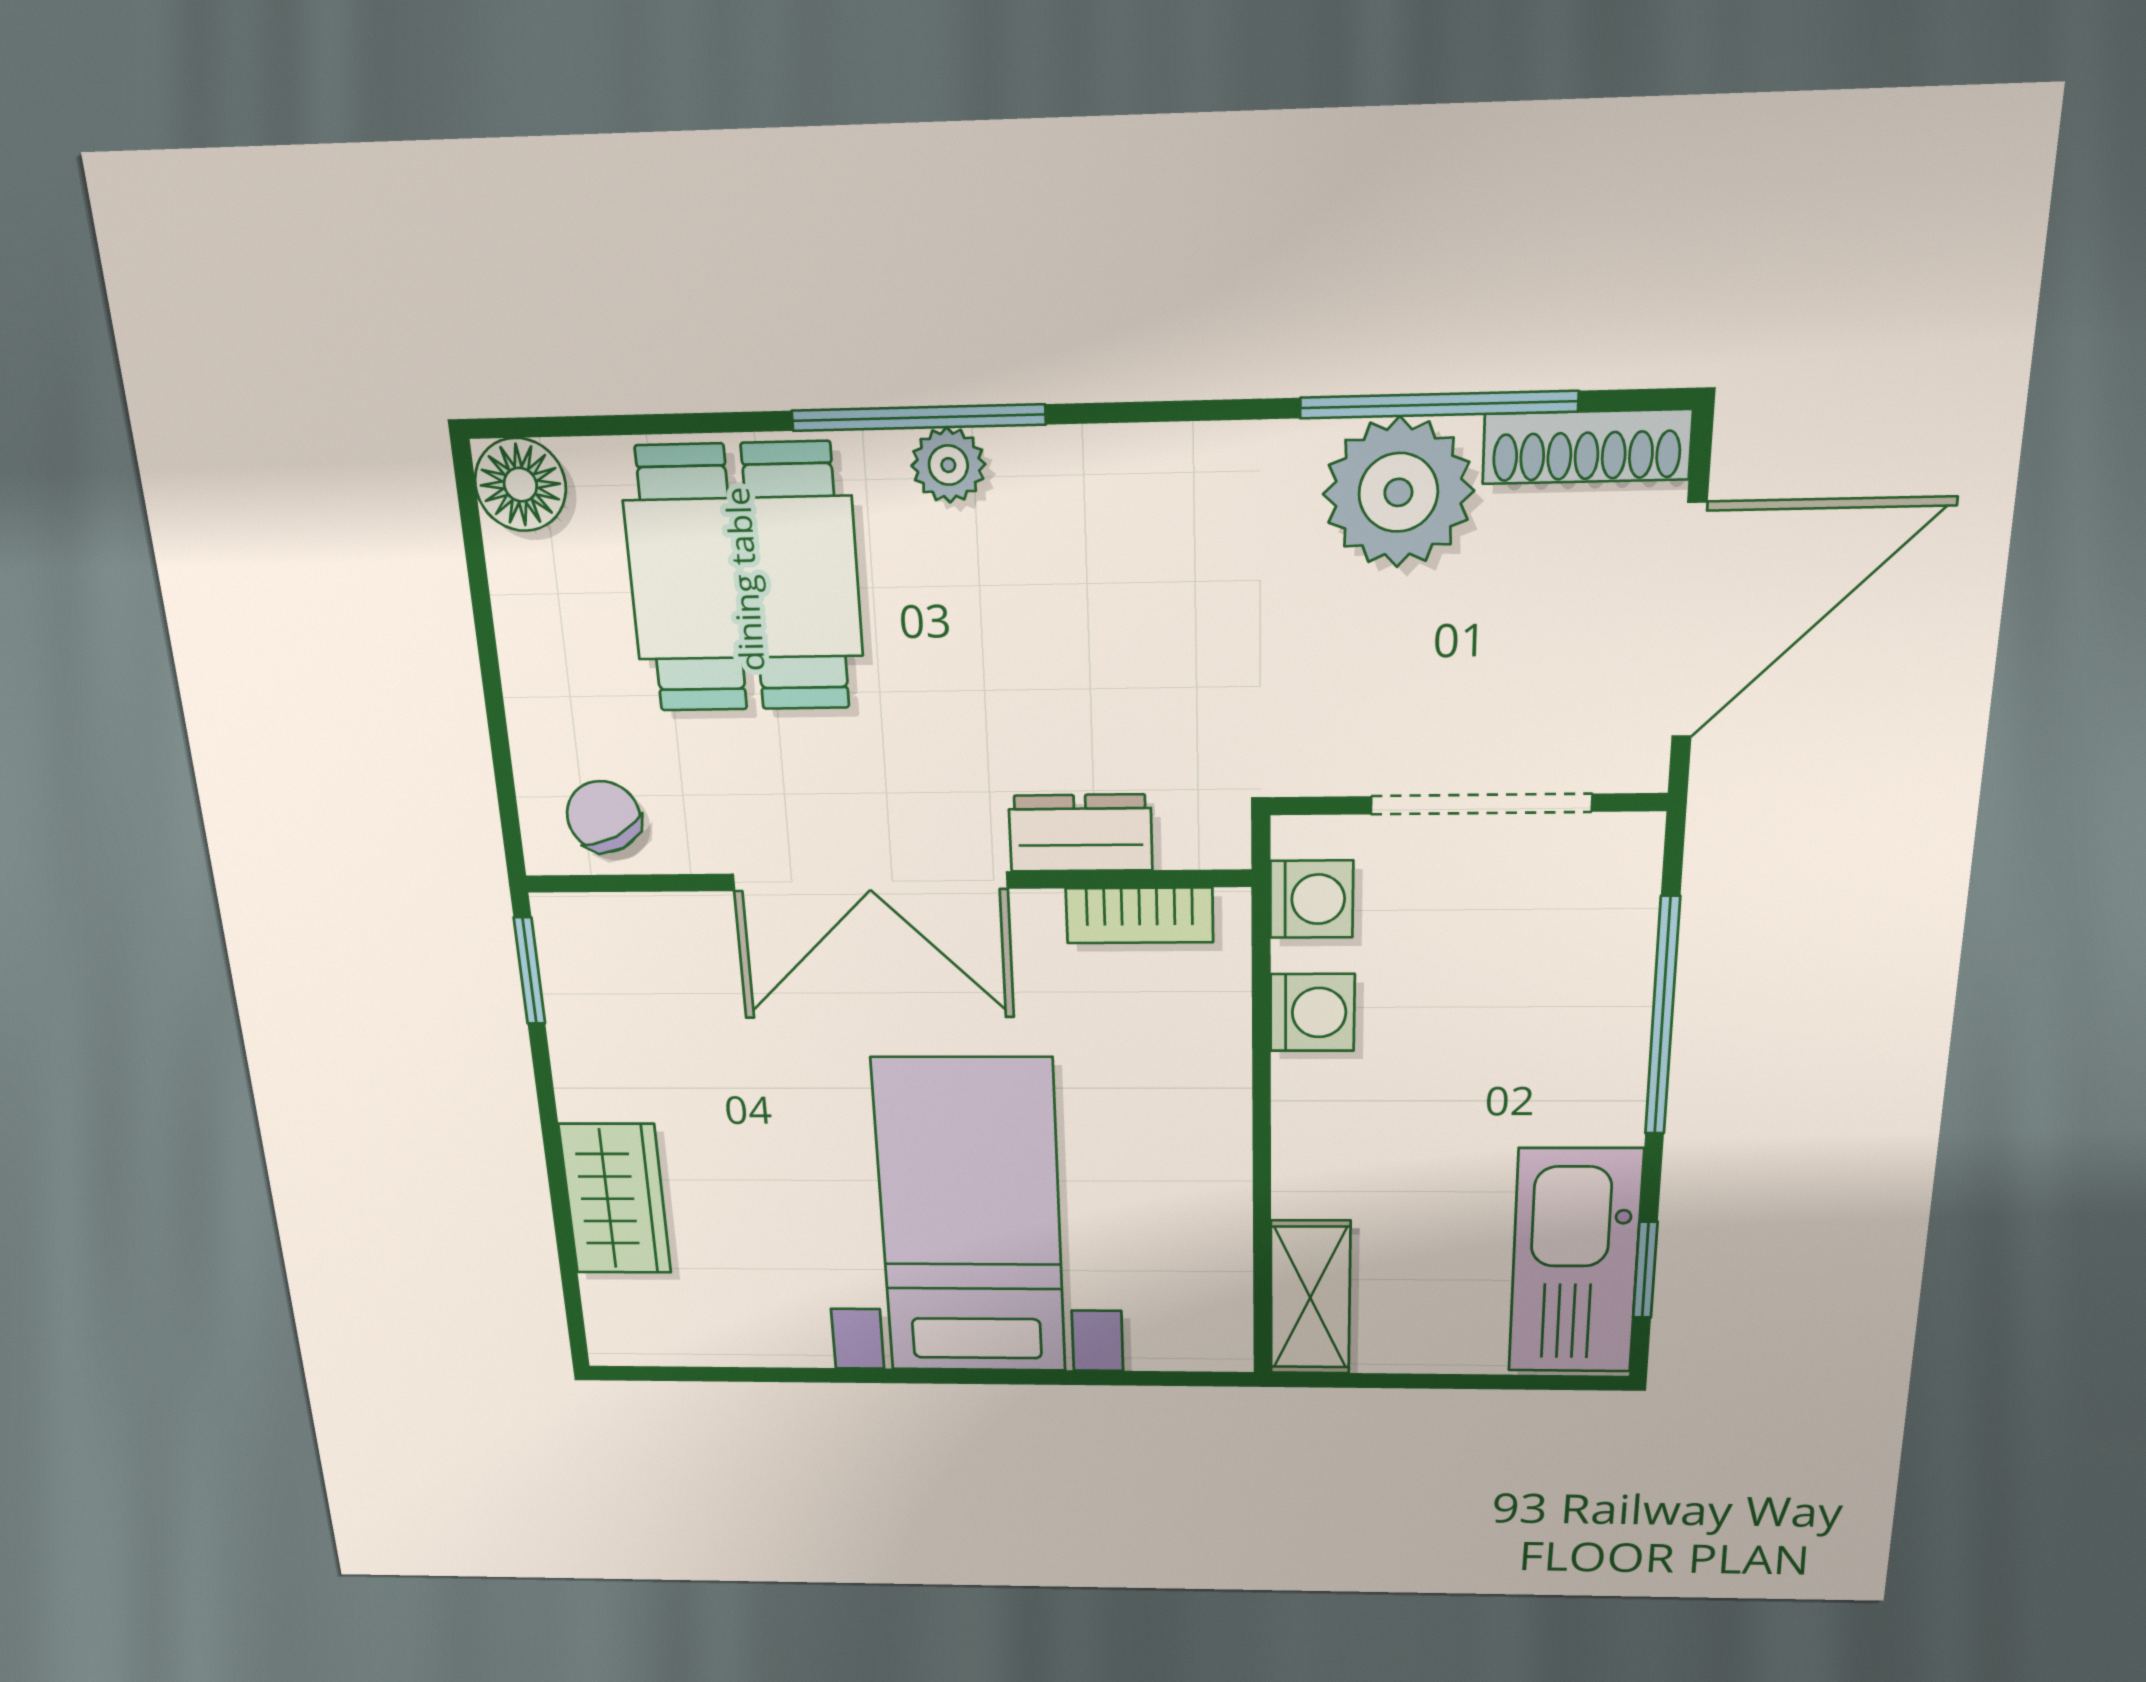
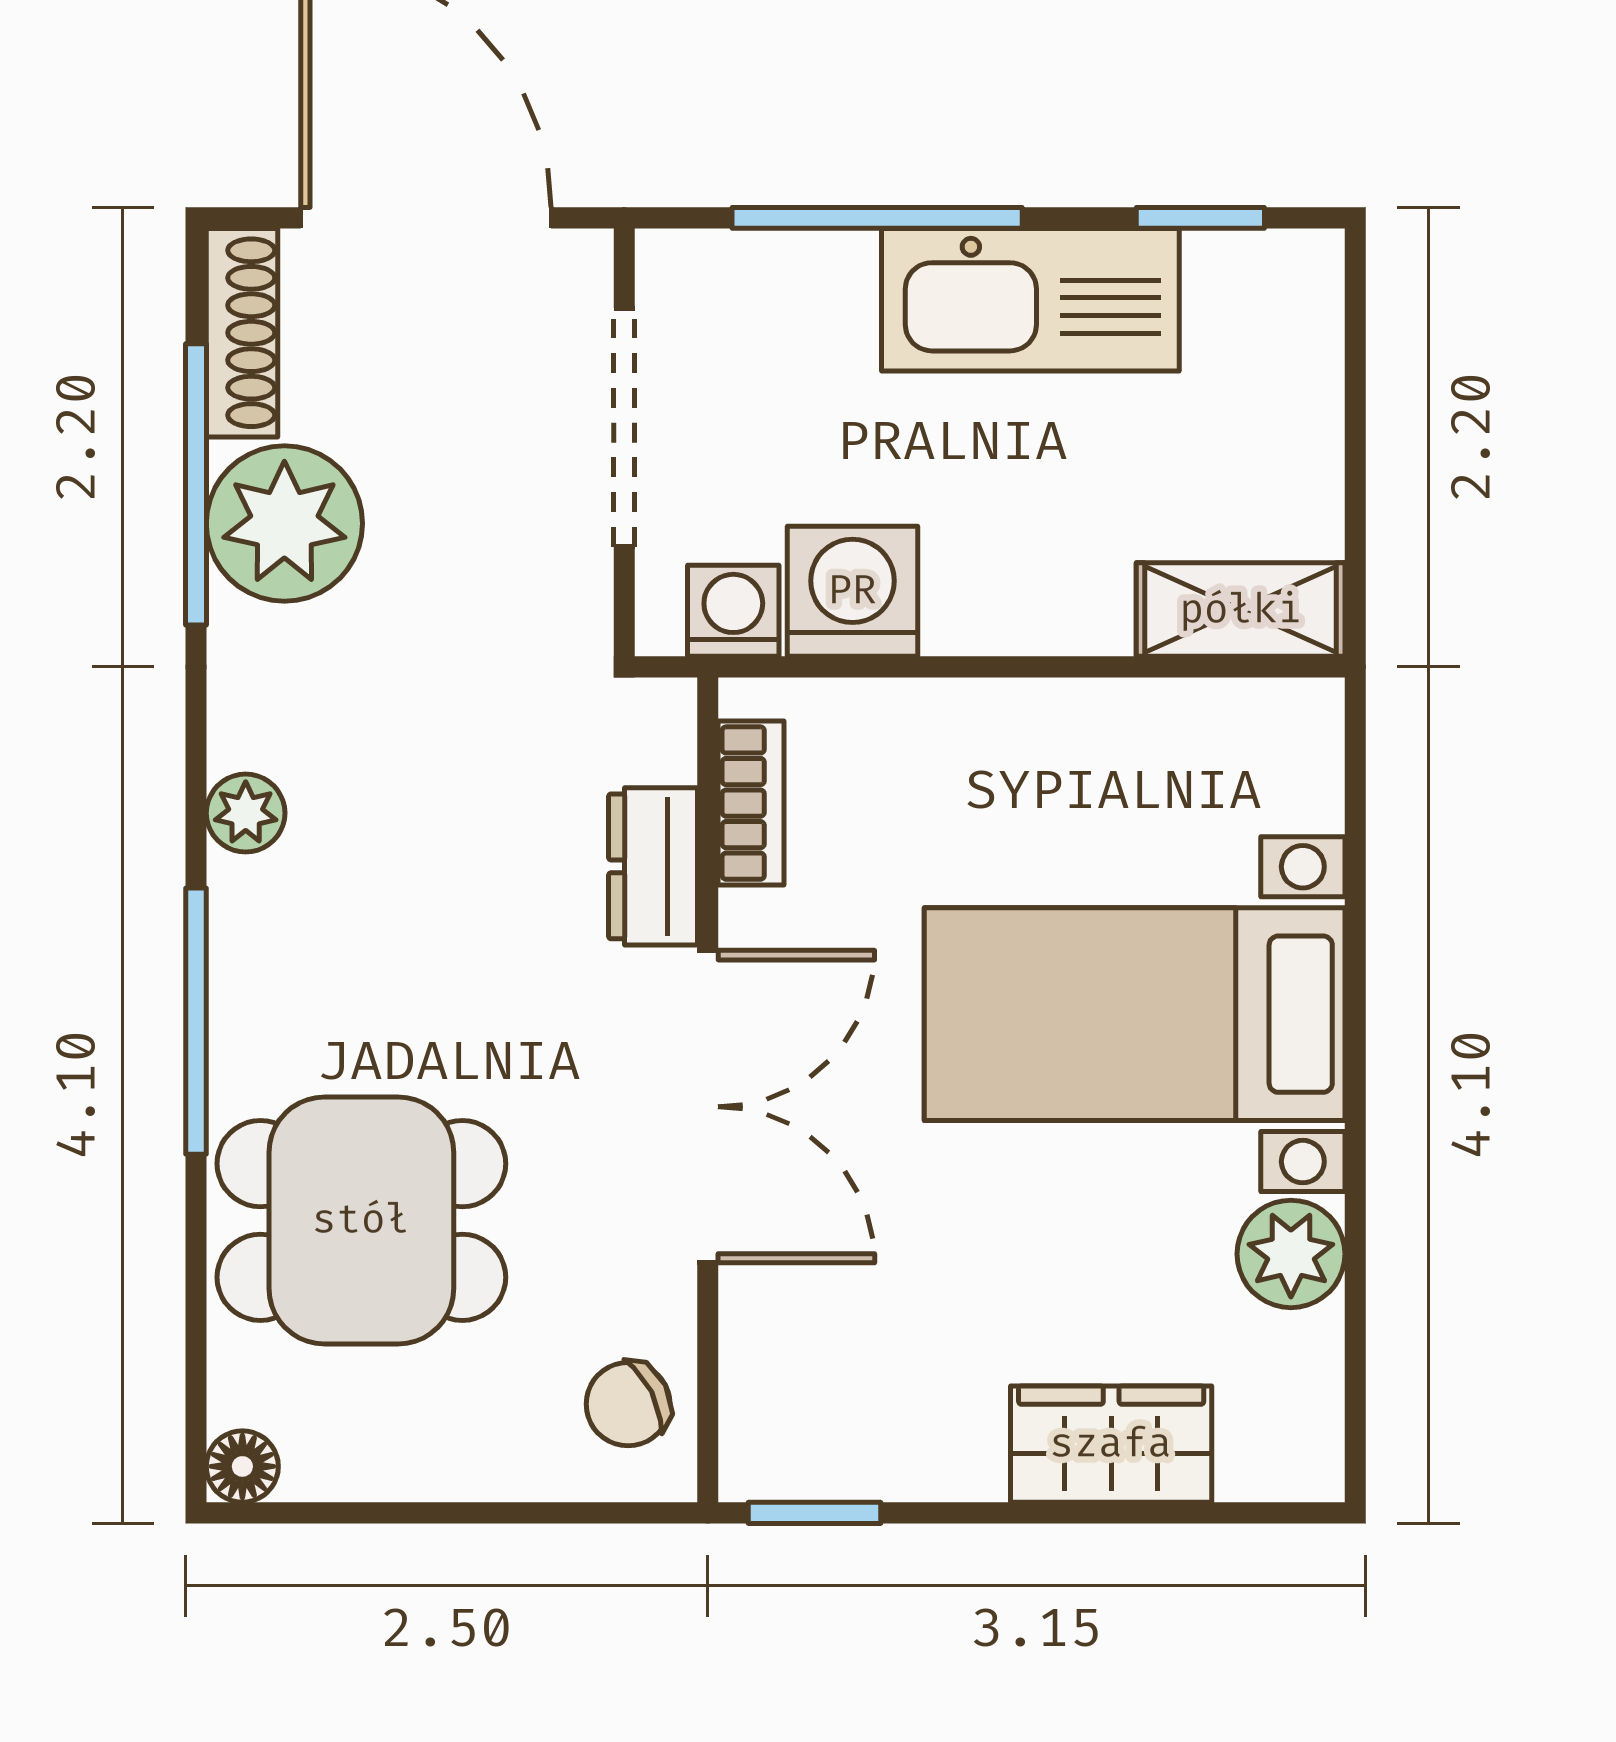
plant: (948, 465) -> (246, 813), moved
floor lamp: (520, 485) -> (242, 1466), width x0.73, depth x0.73
washing machine: (1312, 1013) -> (852, 591), width x1.38, depth x1.38
kitchen sink: (1575, 1261) -> (1030, 300), moved
plant: (783, 1330) -> (1291, 1254), added

